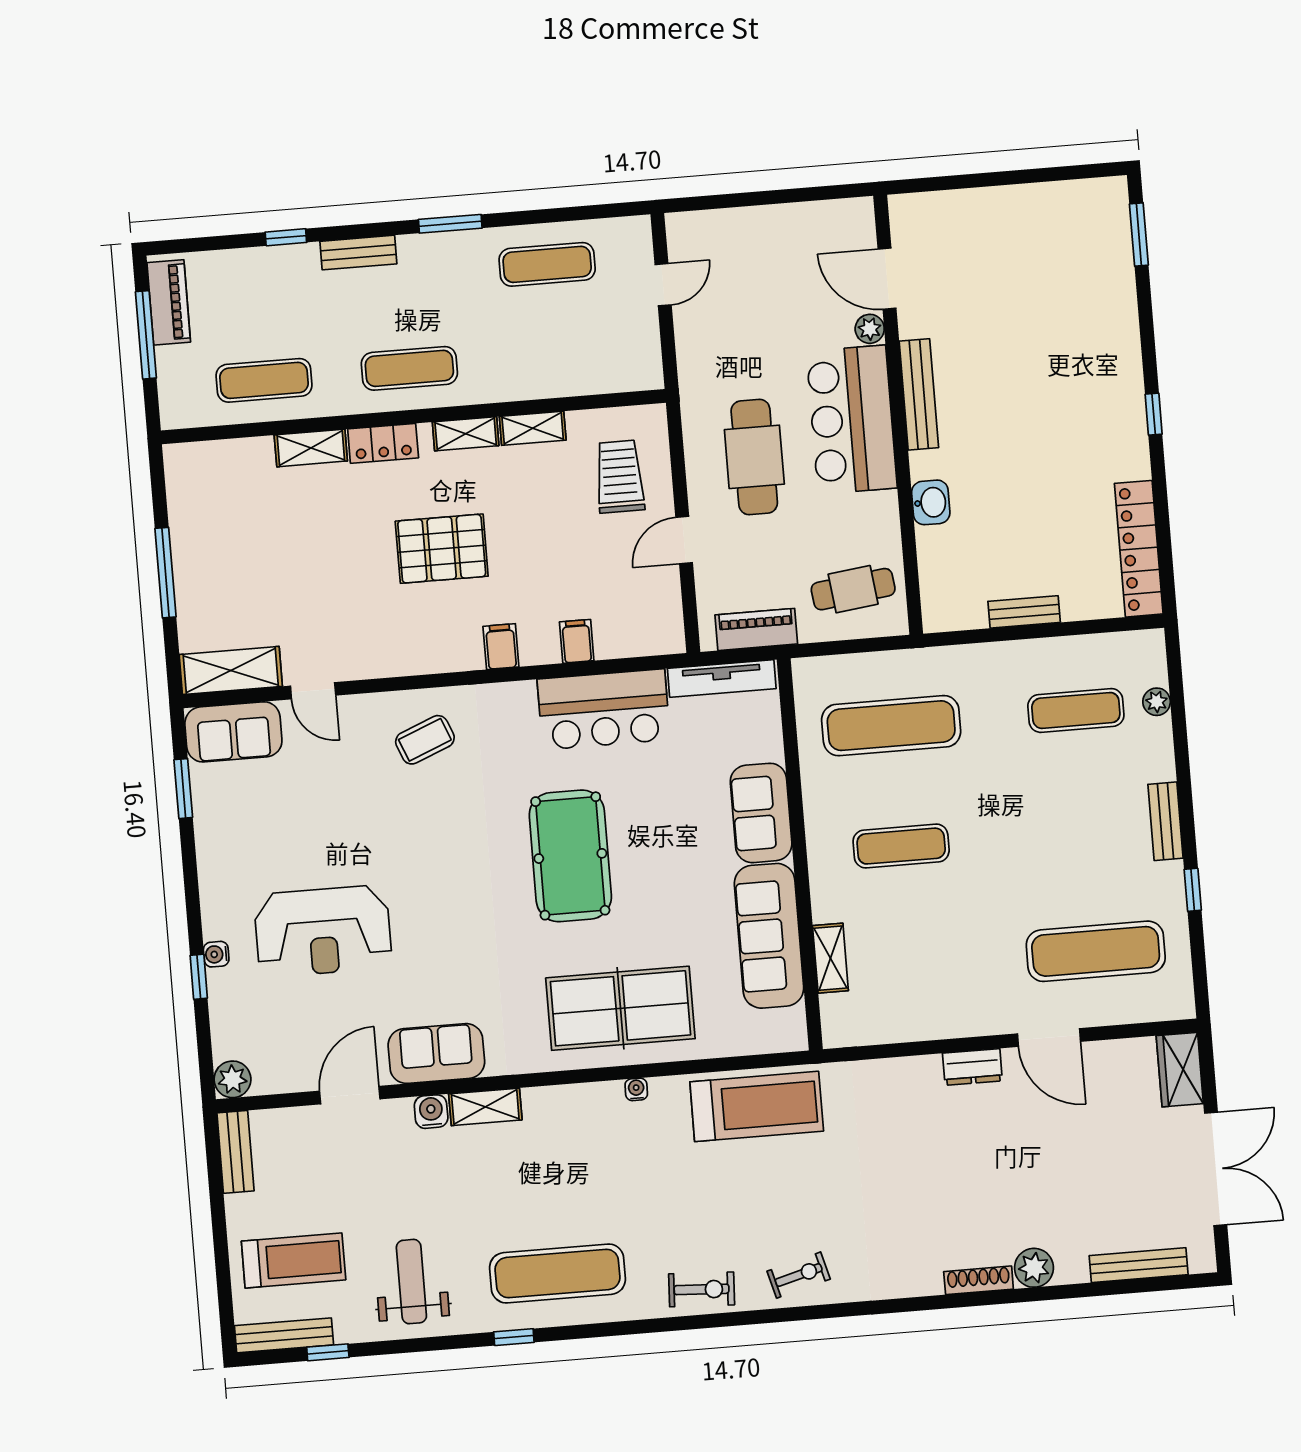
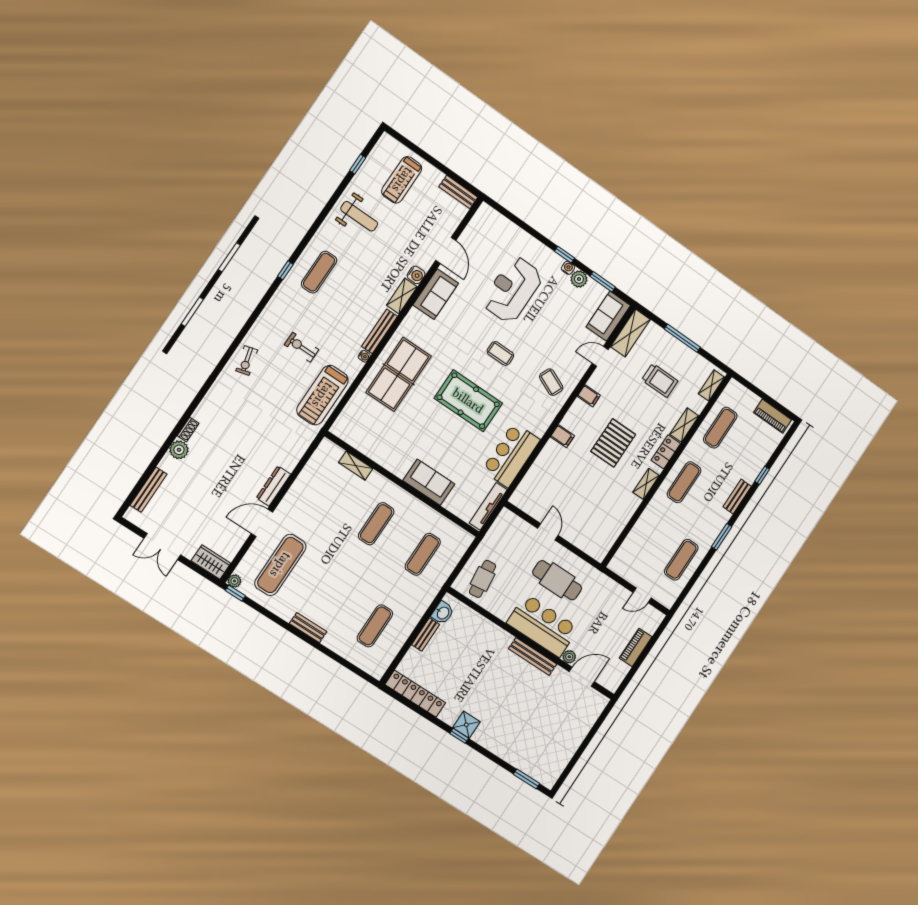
door: (663, 285) -> (642, 595), hinge flipped
window: (146, 335) -> (768, 399), removed
shower: (1125, 417) -> (466, 725), added
shelving: (533, 428) -> (711, 385), moved
trolley: (620, 477) -> (660, 380), moved
washbasin: (931, 502) -> (443, 613), moved, turned -90
piano: (756, 629) -> (636, 647), moved, turned 180
filing cabinet: (577, 641) -> (589, 396), moved
plant: (1157, 702) -> (234, 581), moved
exercise mat: (891, 726) -> (423, 554), width x0.73, depth x0.69
coffee table: (425, 740) -> (551, 382), turned -44
coffee table: (447, 865) -> (500, 353), added
window: (1193, 890) -> (235, 593), moved
sofa: (769, 936) -> (382, 450), removed
water cooler: (216, 954) -> (568, 268), moved
window: (199, 977) -> (565, 255), moved
dresser: (972, 1067) -> (273, 486), width x1.44
plant: (232, 1079) -> (579, 279), moved
double door: (1216, 1169) -> (162, 547), width x0.73
exercise mat: (557, 1273) -> (319, 272), width x0.73, depth x0.69
shoe rack: (979, 1280) -> (188, 430), width x0.70
exercise bike: (702, 1289) -> (302, 347), moved, turned 87
bench: (284, 1335) -> (379, 331), moved
window: (514, 1337) -> (285, 270), moved

